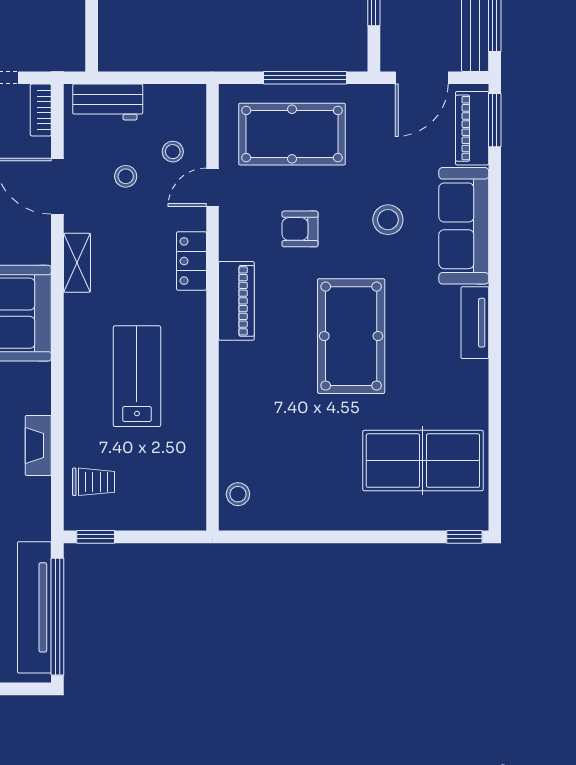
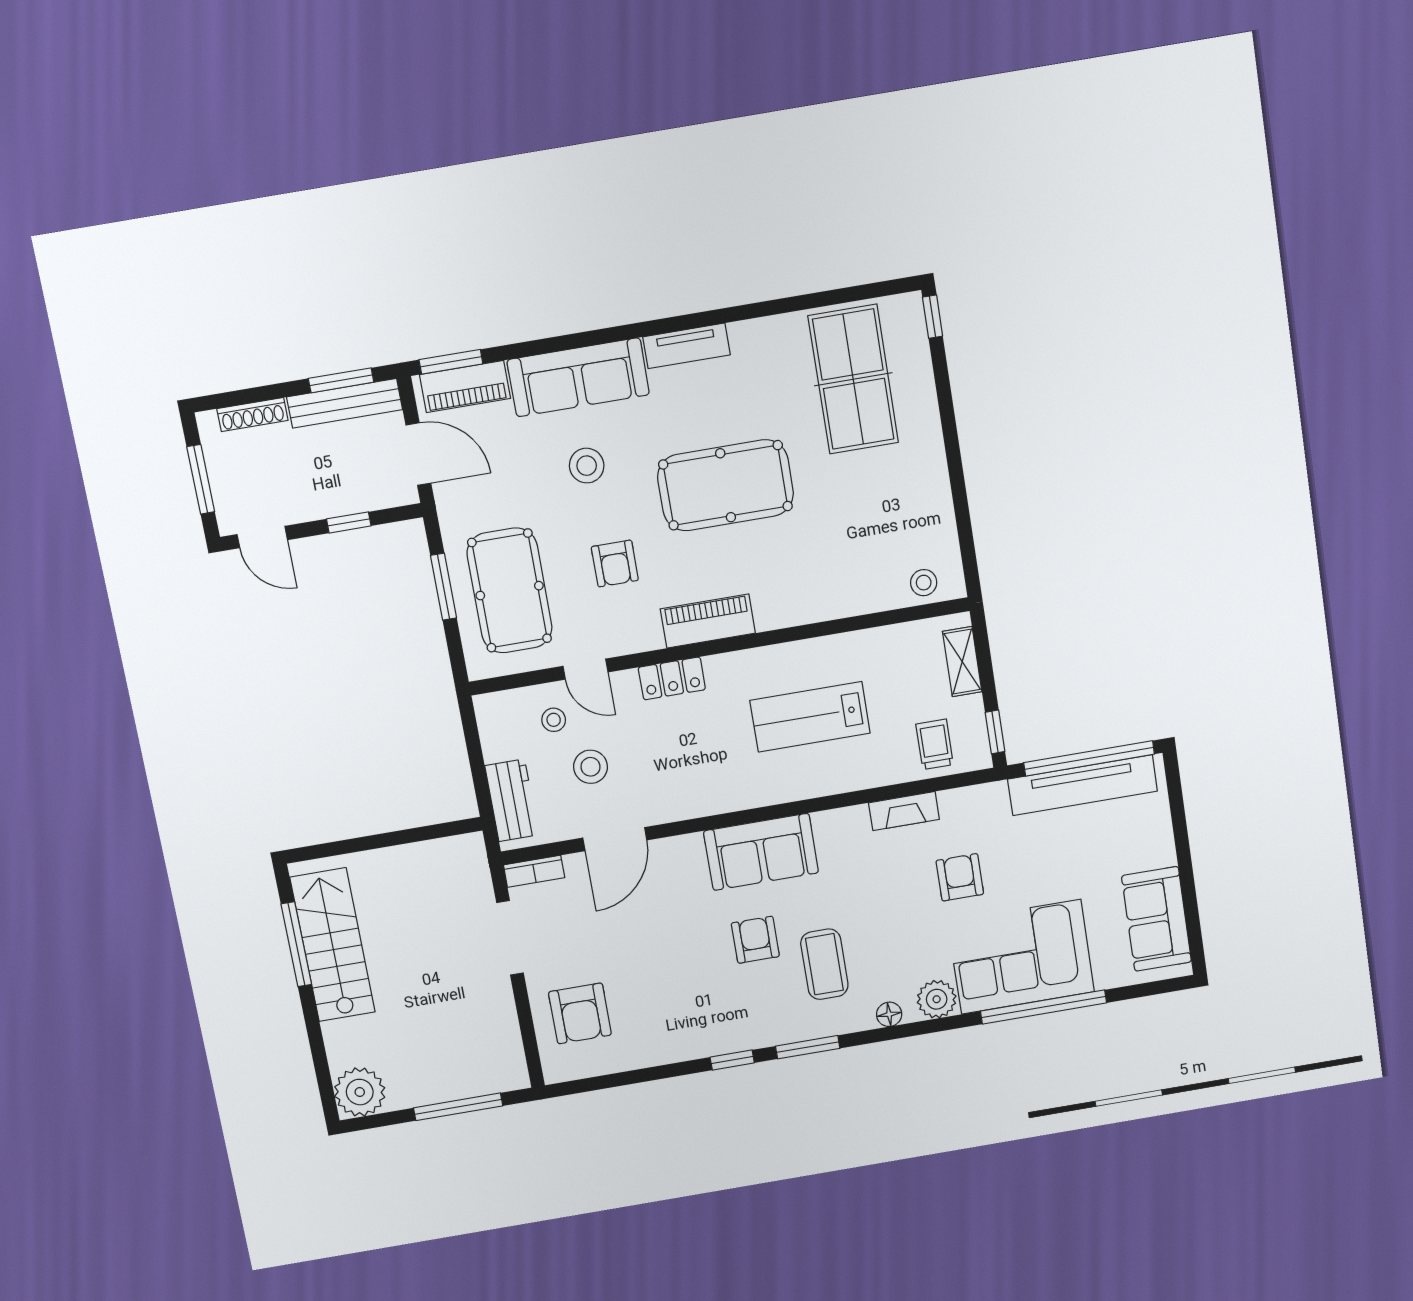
window: (305, 78) -> (444, 587), width x0.69
stool: (126, 176) -> (591, 767), width x1.37, depth x1.37
shelving: (77, 263) -> (962, 662), moved, turned 90

